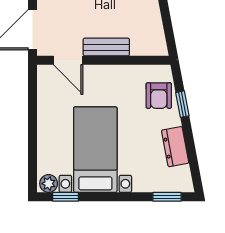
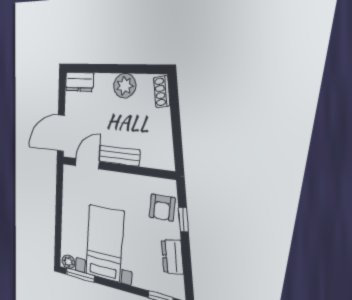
door: (68, 60) -> (87, 164), swing flipped
window: (65, 197) -> (80, 275), width x1.50

